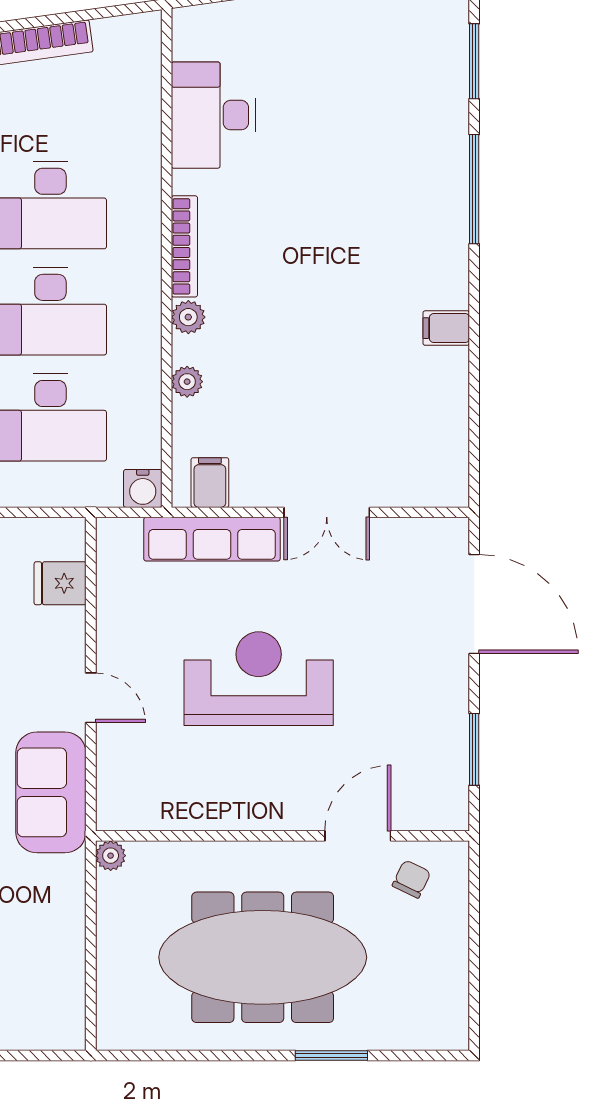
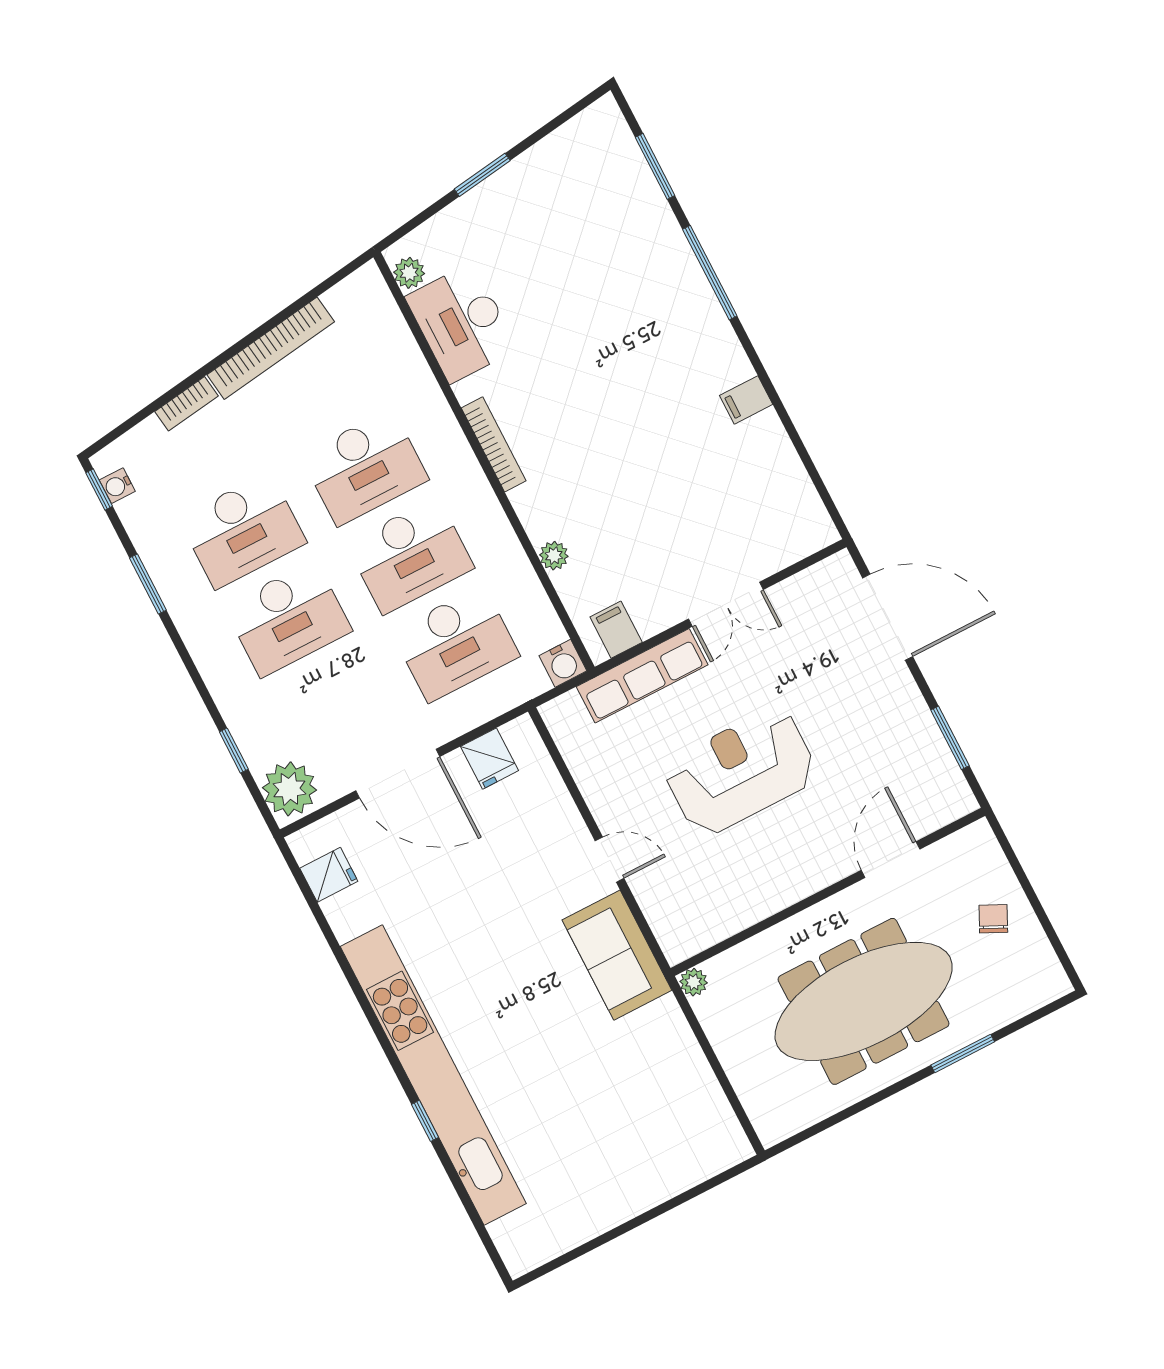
plant: (188, 317) -> (409, 273), moved
fridge: (60, 583) -> (489, 759), moved, turned -90
chair: (412, 879) -> (993, 919), moved

